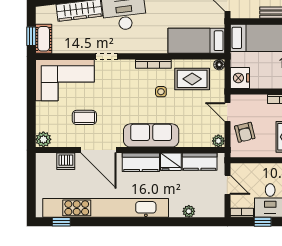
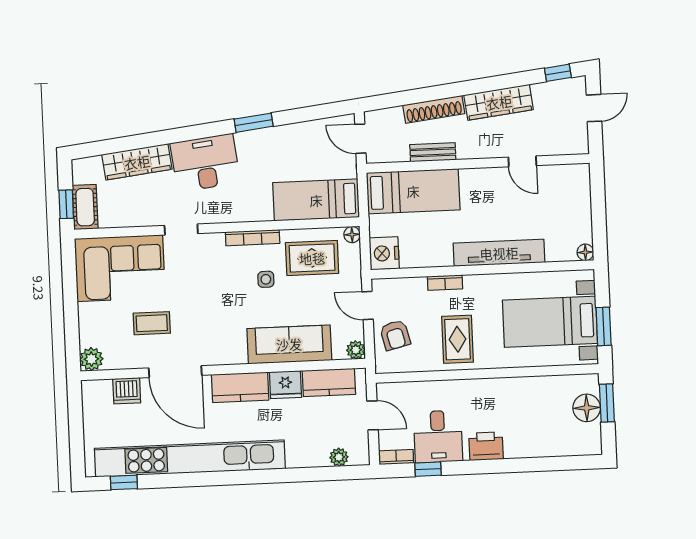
sofa: (151, 135) -> (289, 344), moved
plant: (189, 211) -> (339, 457), moved

